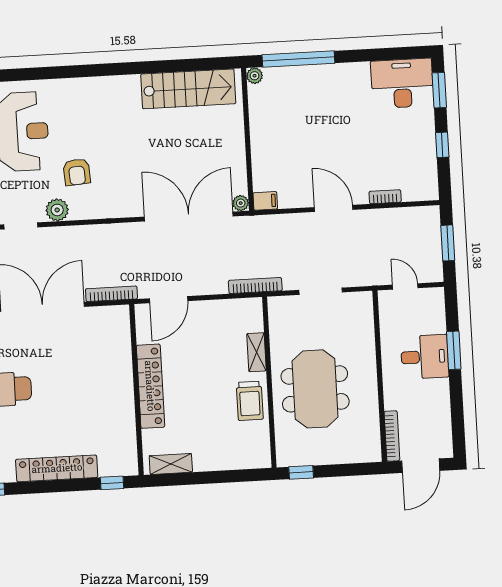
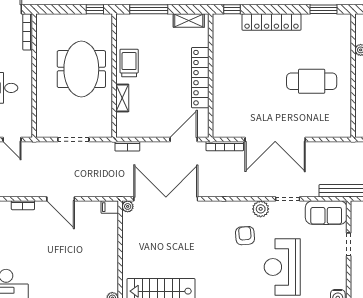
double door: (189, 216) -> (166, 199), swing flipped
bookcase: (255, 286) -> (127, 146), width x0.64
window: (227, 477) -> (149, 9), added

